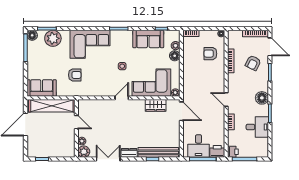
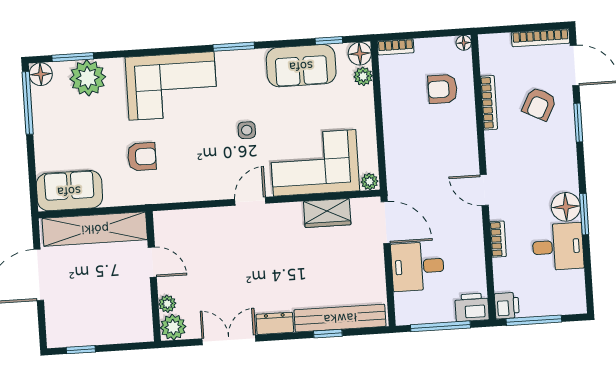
floor lamp: (175, 56) -> (360, 54), moved
floor lamp: (262, 98) -> (566, 207), moved
desk: (199, 146) -> (418, 266), moved, turned 90

